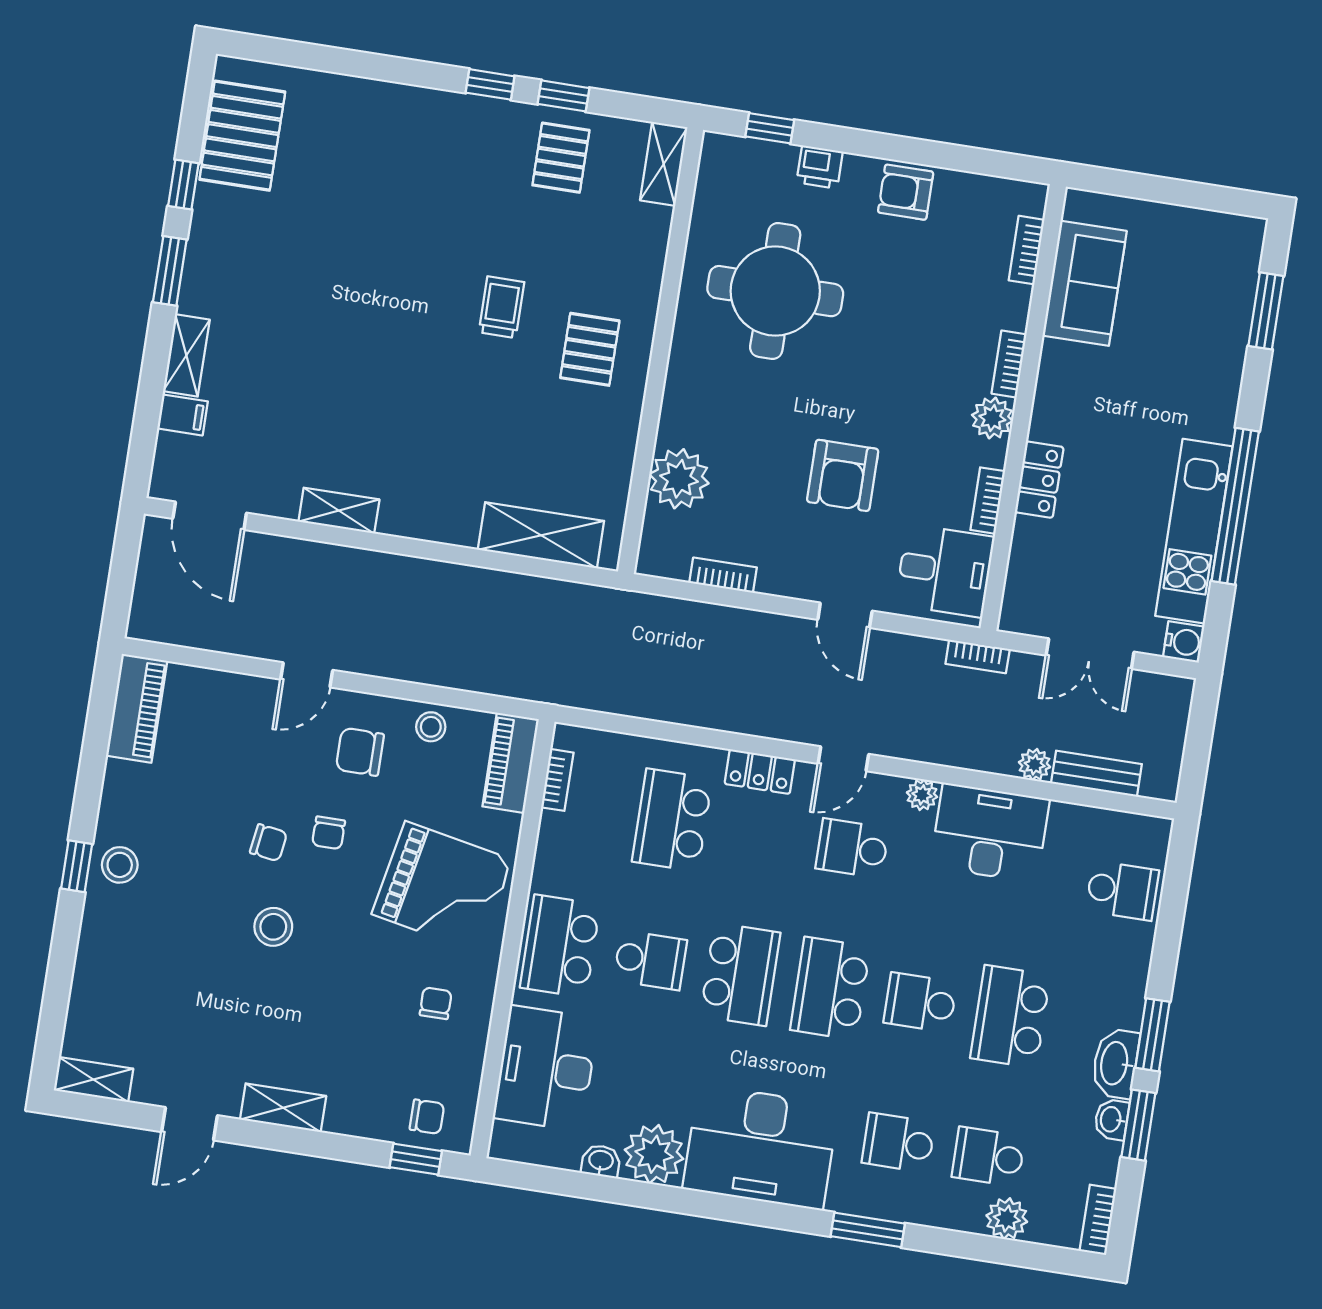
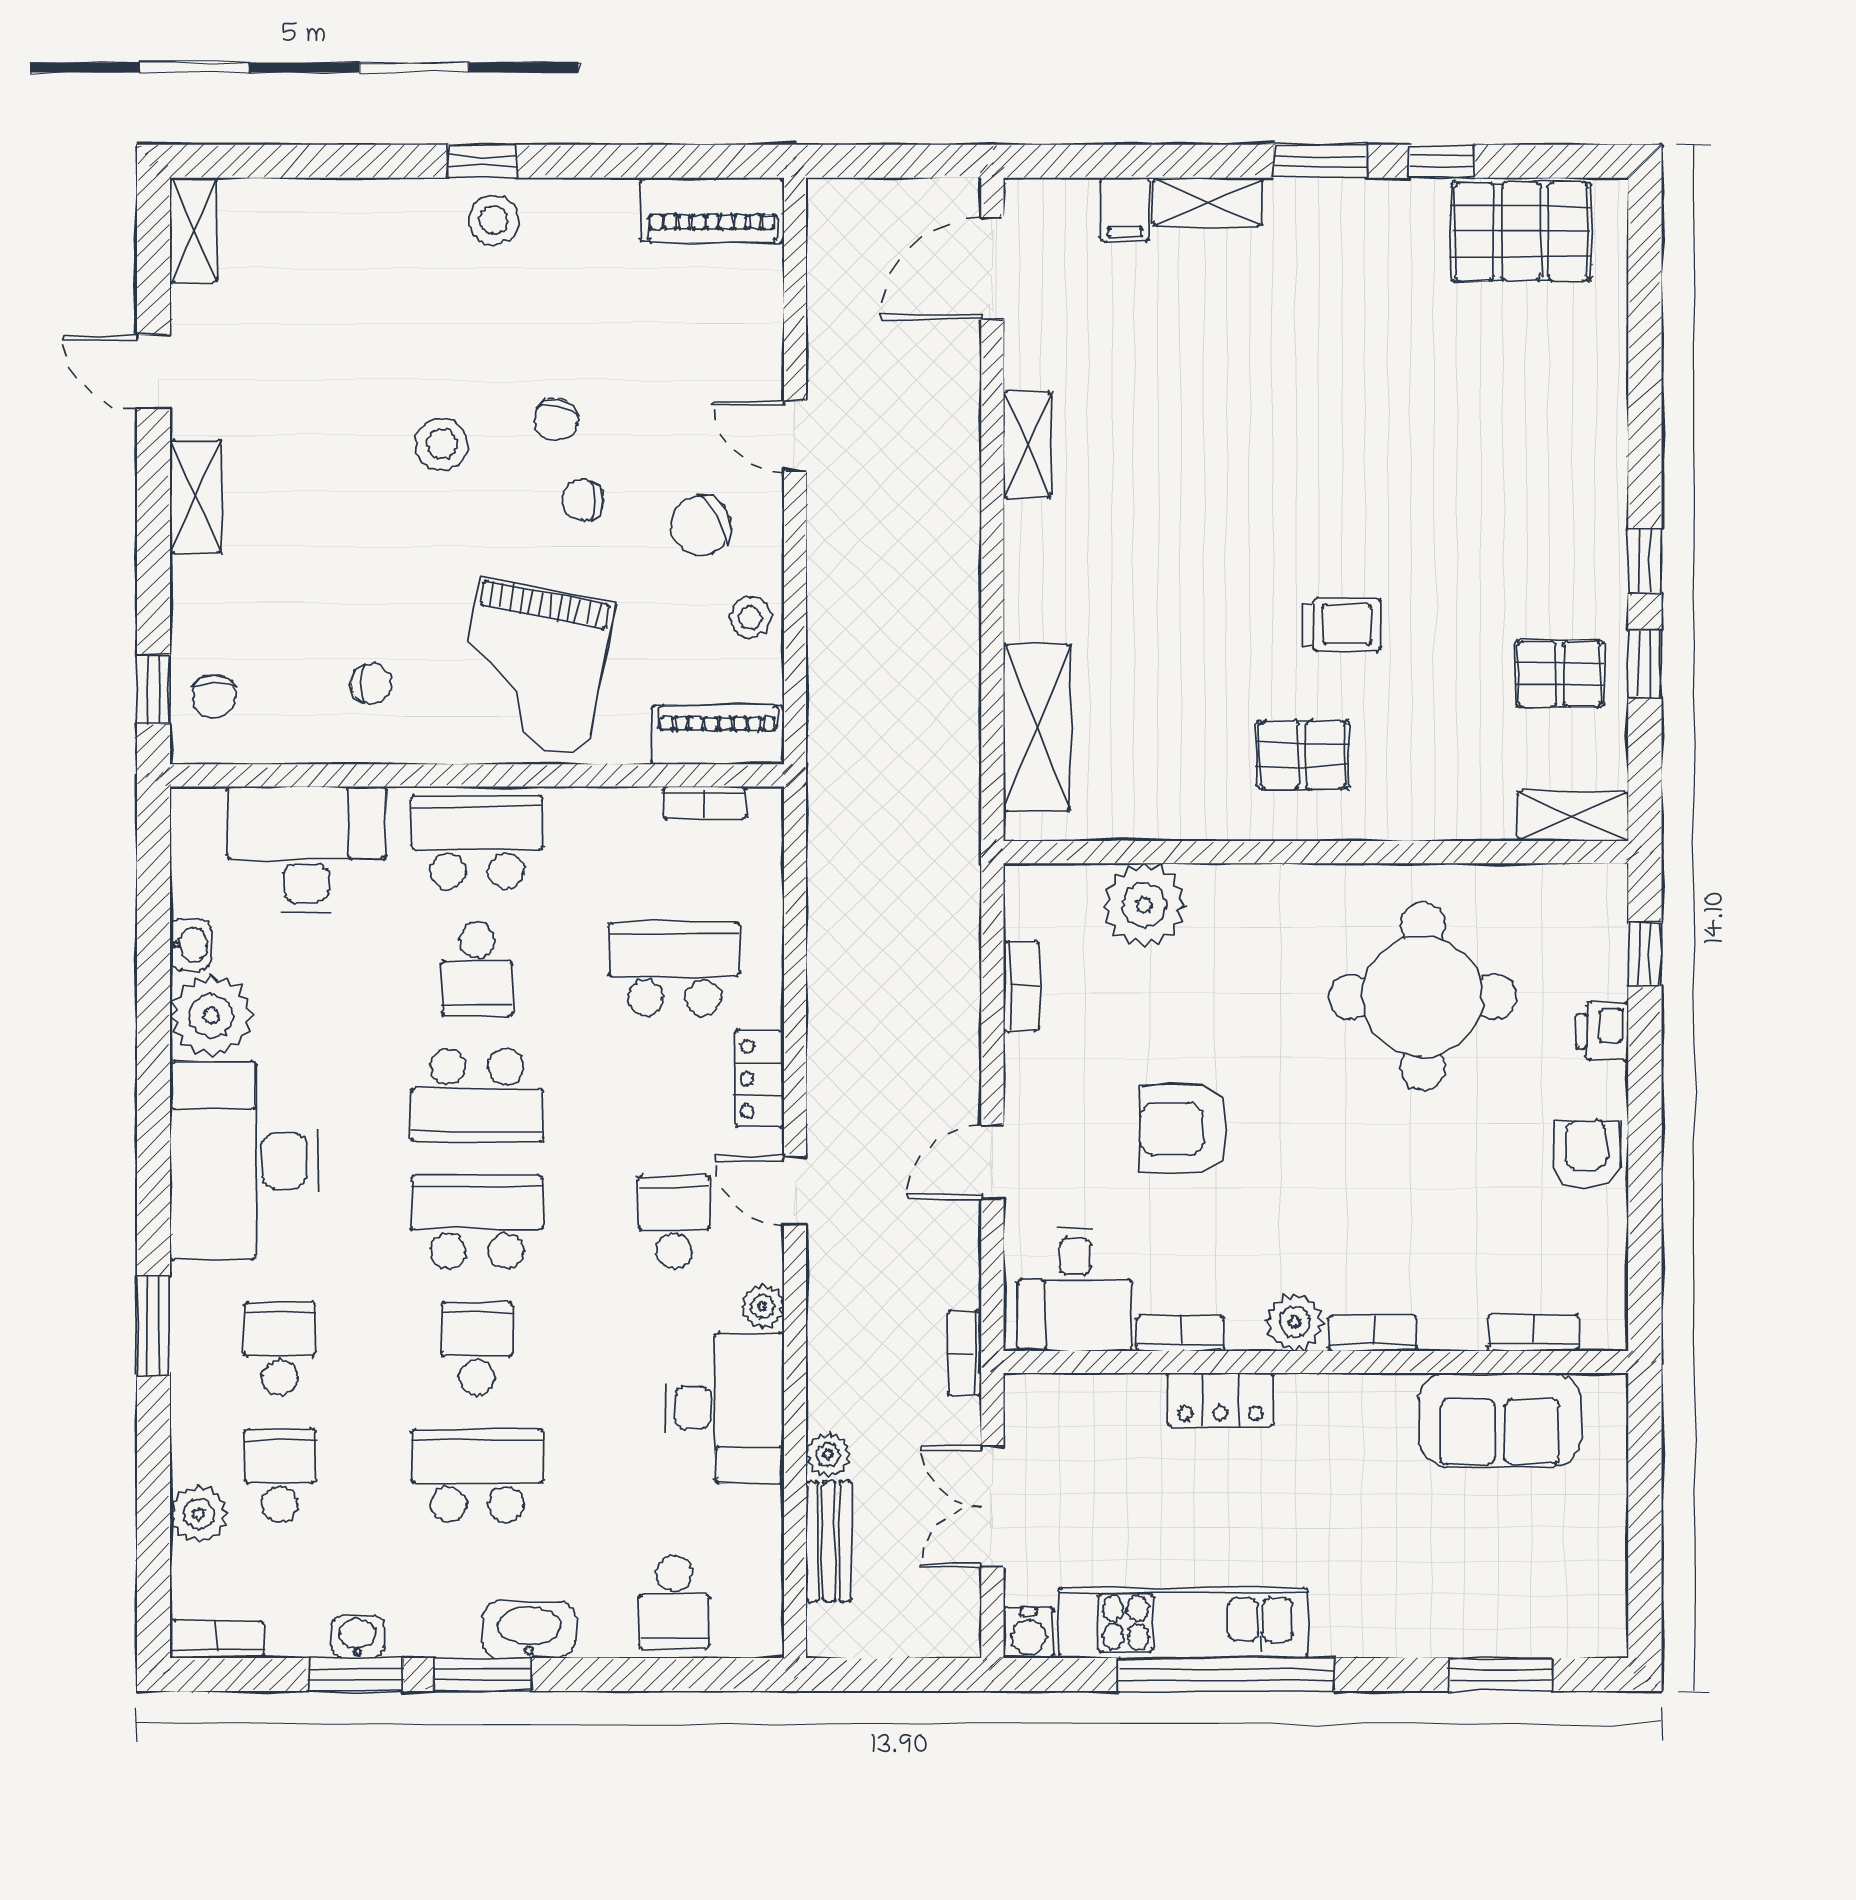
chair: (360, 752) -> (701, 525), turned -119
washbasin: (1115, 1063) -> (529, 1630), moved

